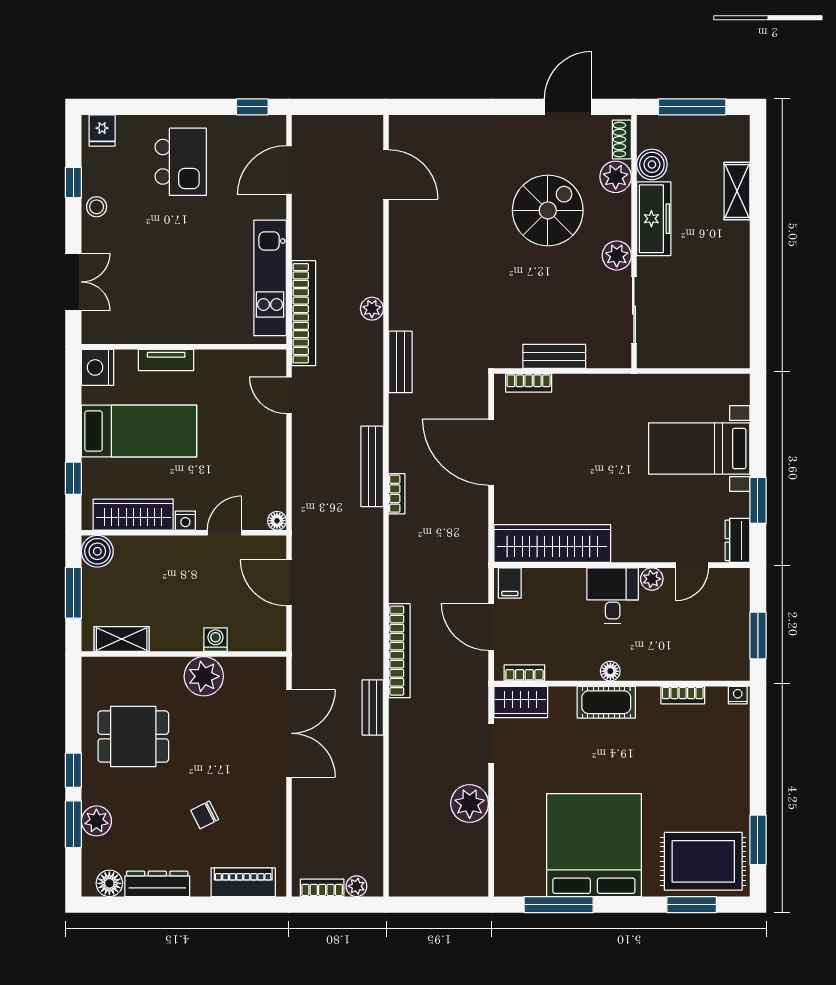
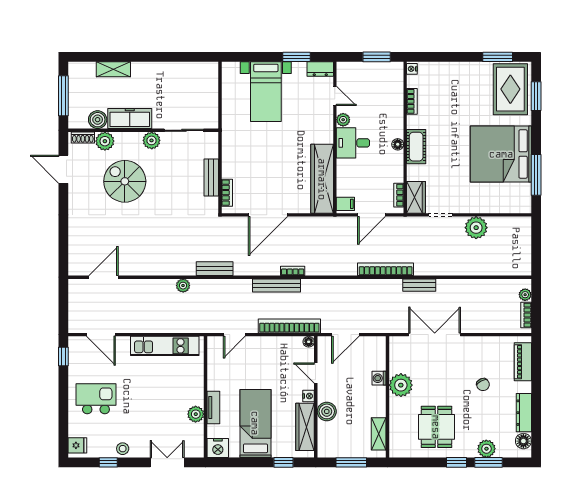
bookcase: (304, 313) -> (289, 326), moved
plant: (155, 330) -> (196, 414), added
boiler: (97, 551) -> (327, 411), moved

